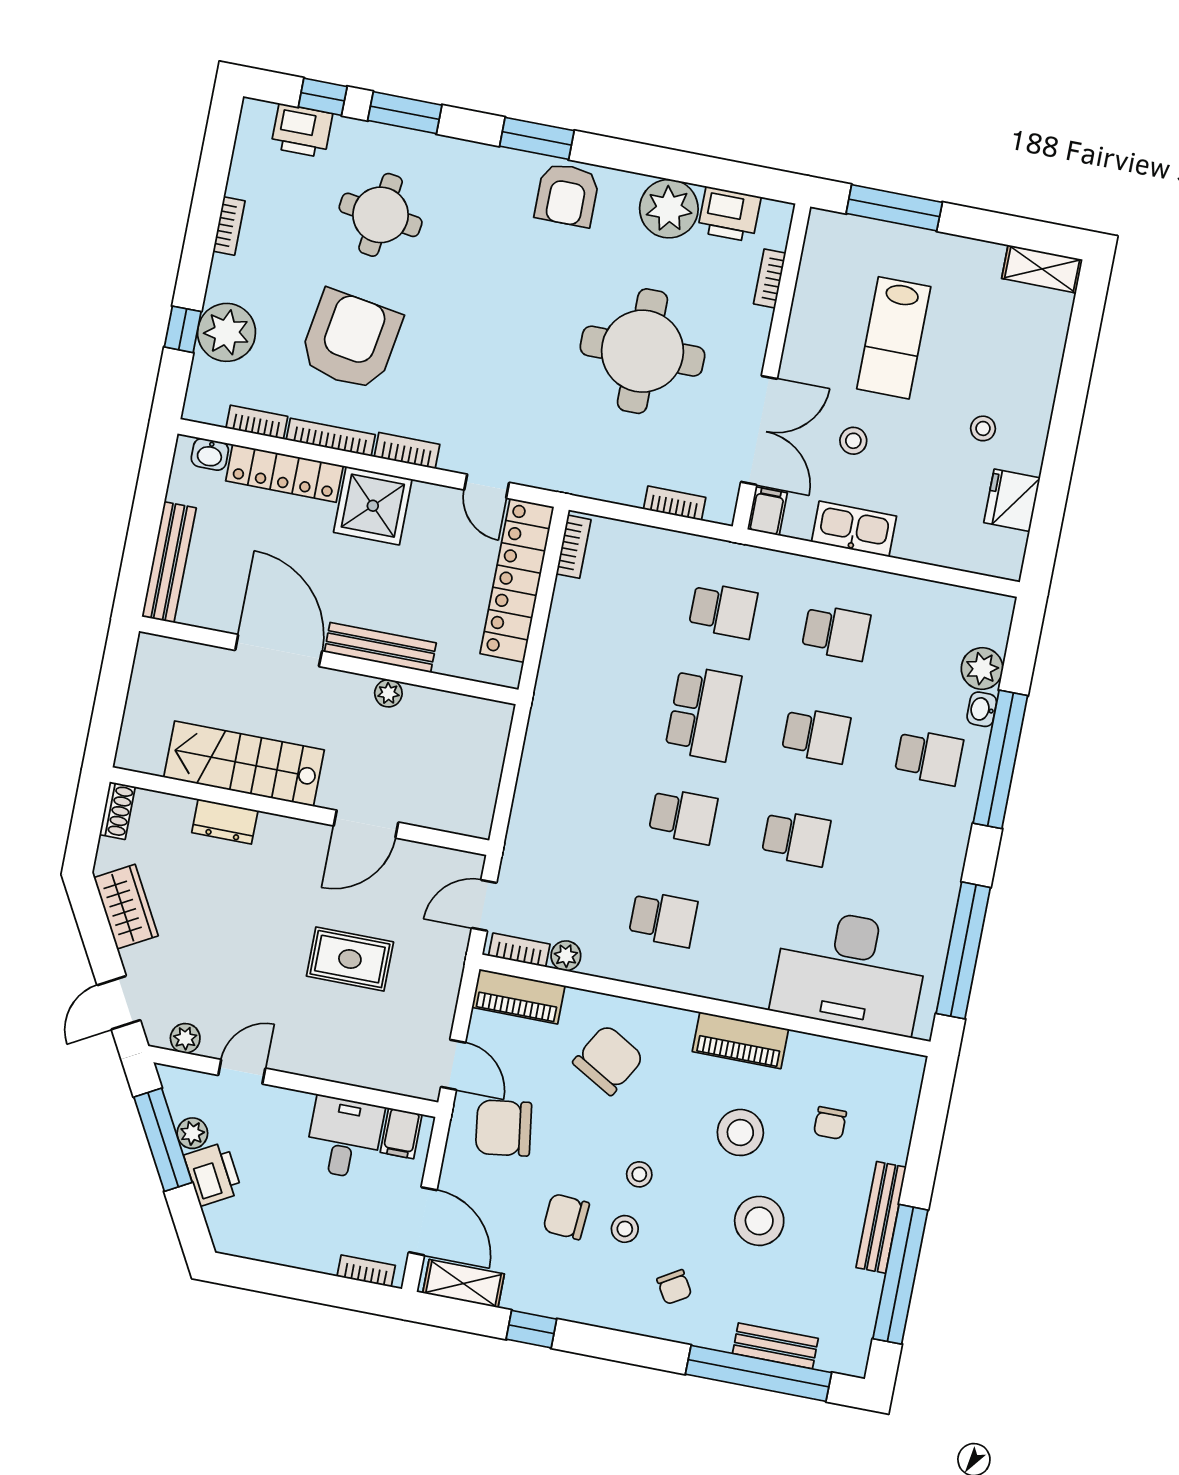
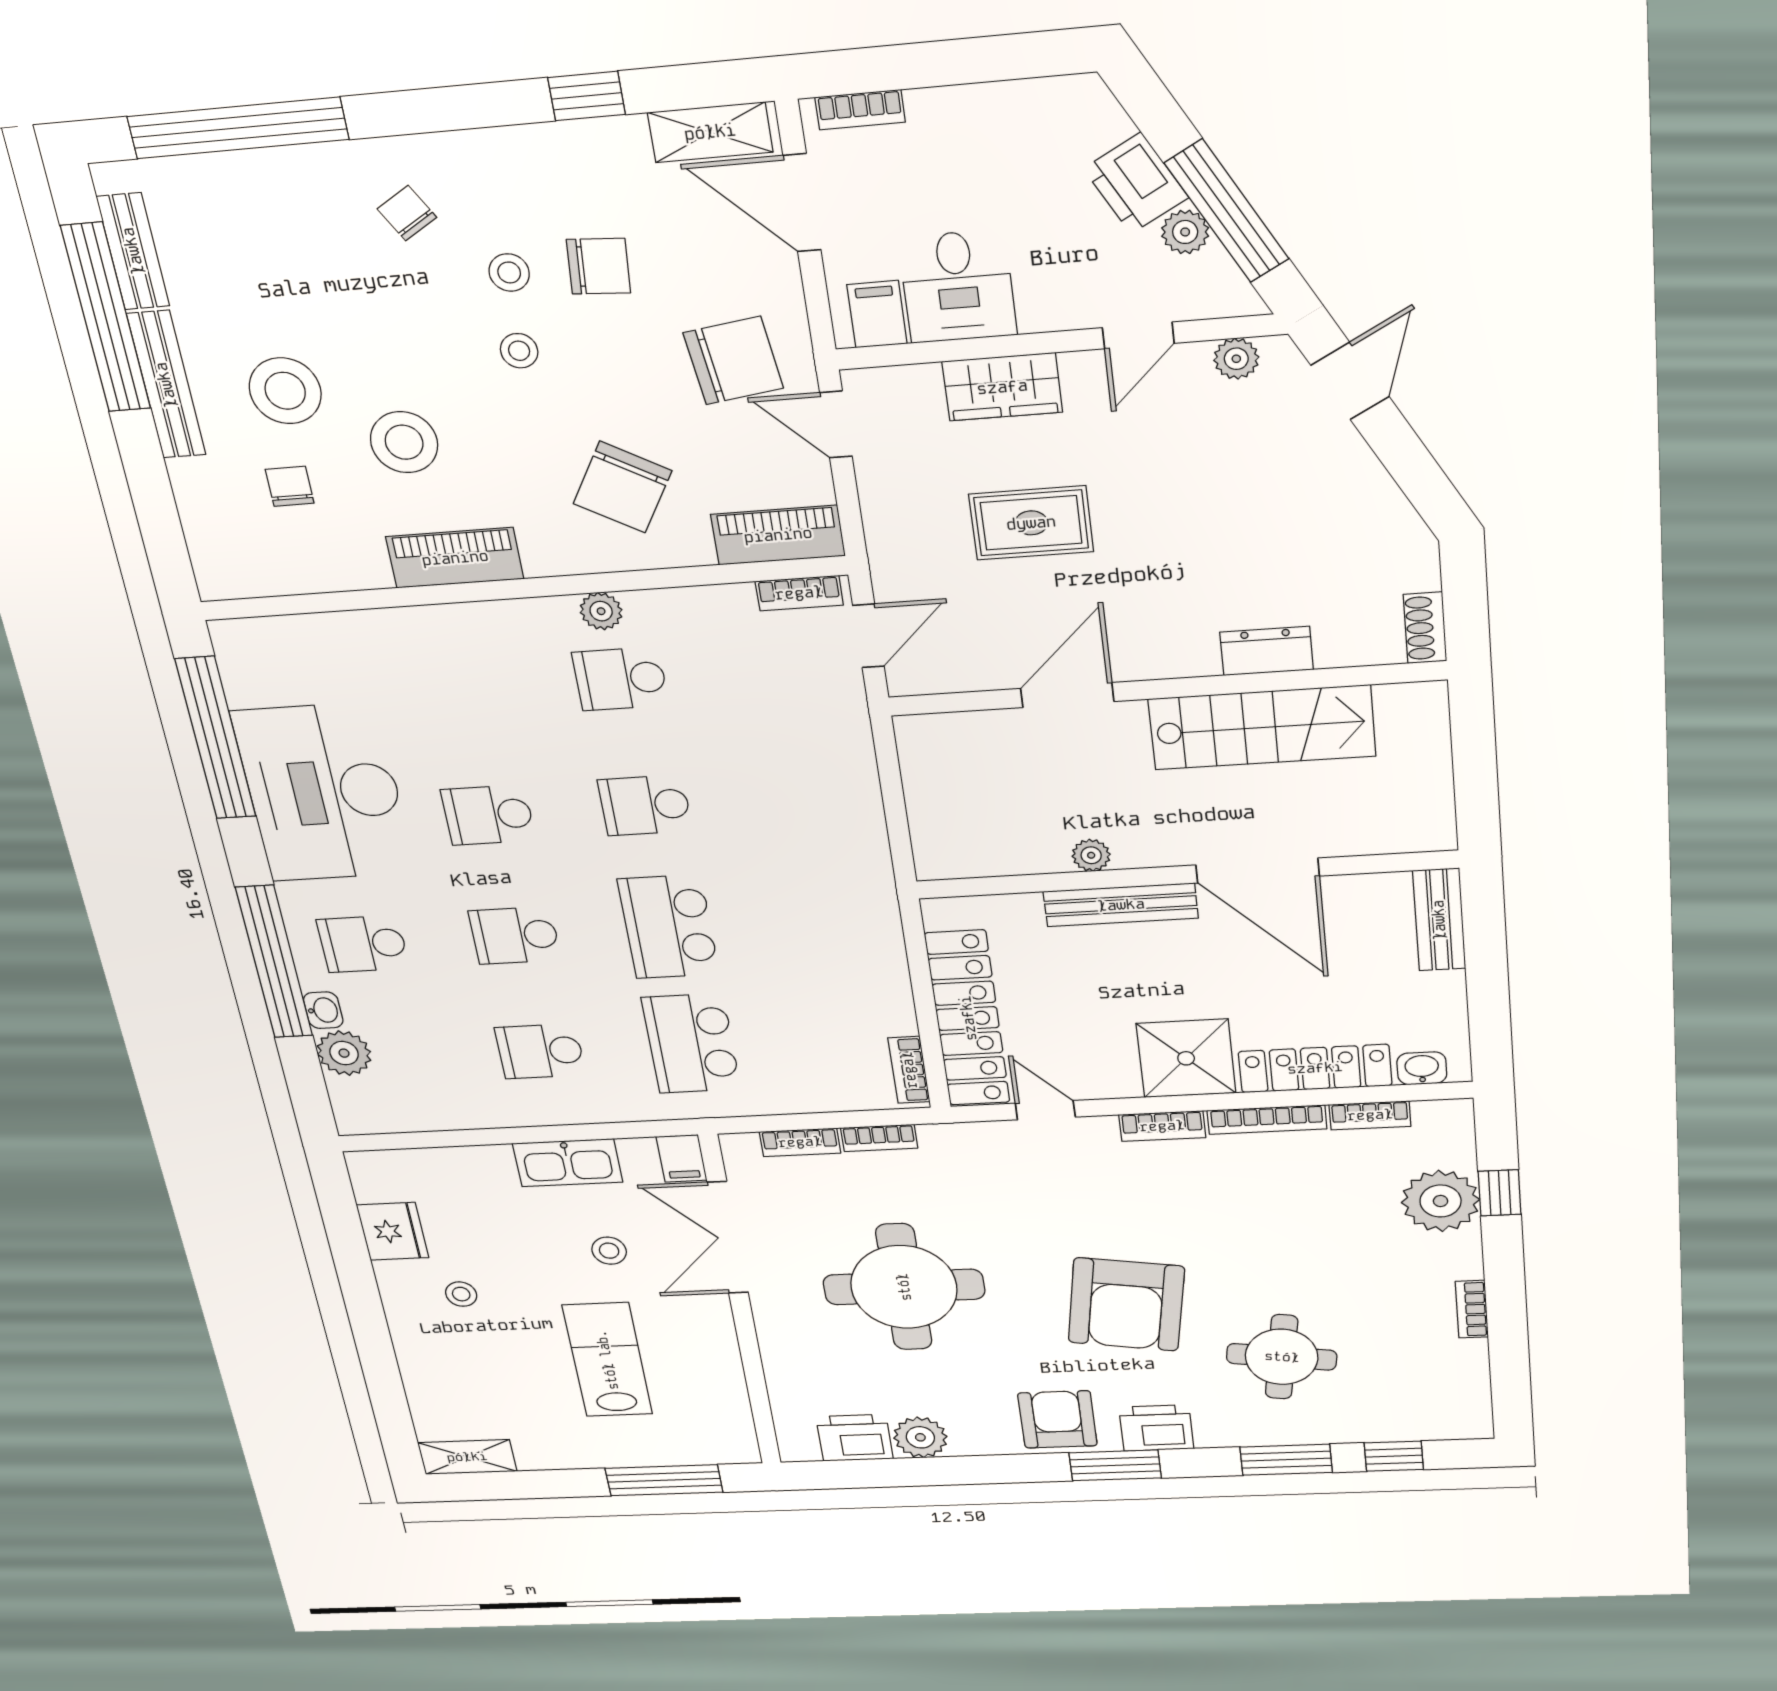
printer: (302, 131) -> (1156, 1428), moved
plant: (669, 209) -> (920, 1437), width x0.73, depth x0.73
bookcase: (770, 279) -> (879, 1138), moved, turned 90
armchair: (351, 340) -> (1126, 1304), moved
bench: (169, 562) -> (1439, 920), width x0.73
school desk: (723, 610) -> (691, 1043), width x1.85
wardrobe: (126, 907) -> (1002, 387), moved, turned -61
plant: (566, 956) -> (601, 611), moved
desk: (850, 971) -> (324, 793), moved, turned -90
stool: (759, 1221) -> (285, 391), moved
bench: (775, 1346) -> (133, 251), moved, turned 90

